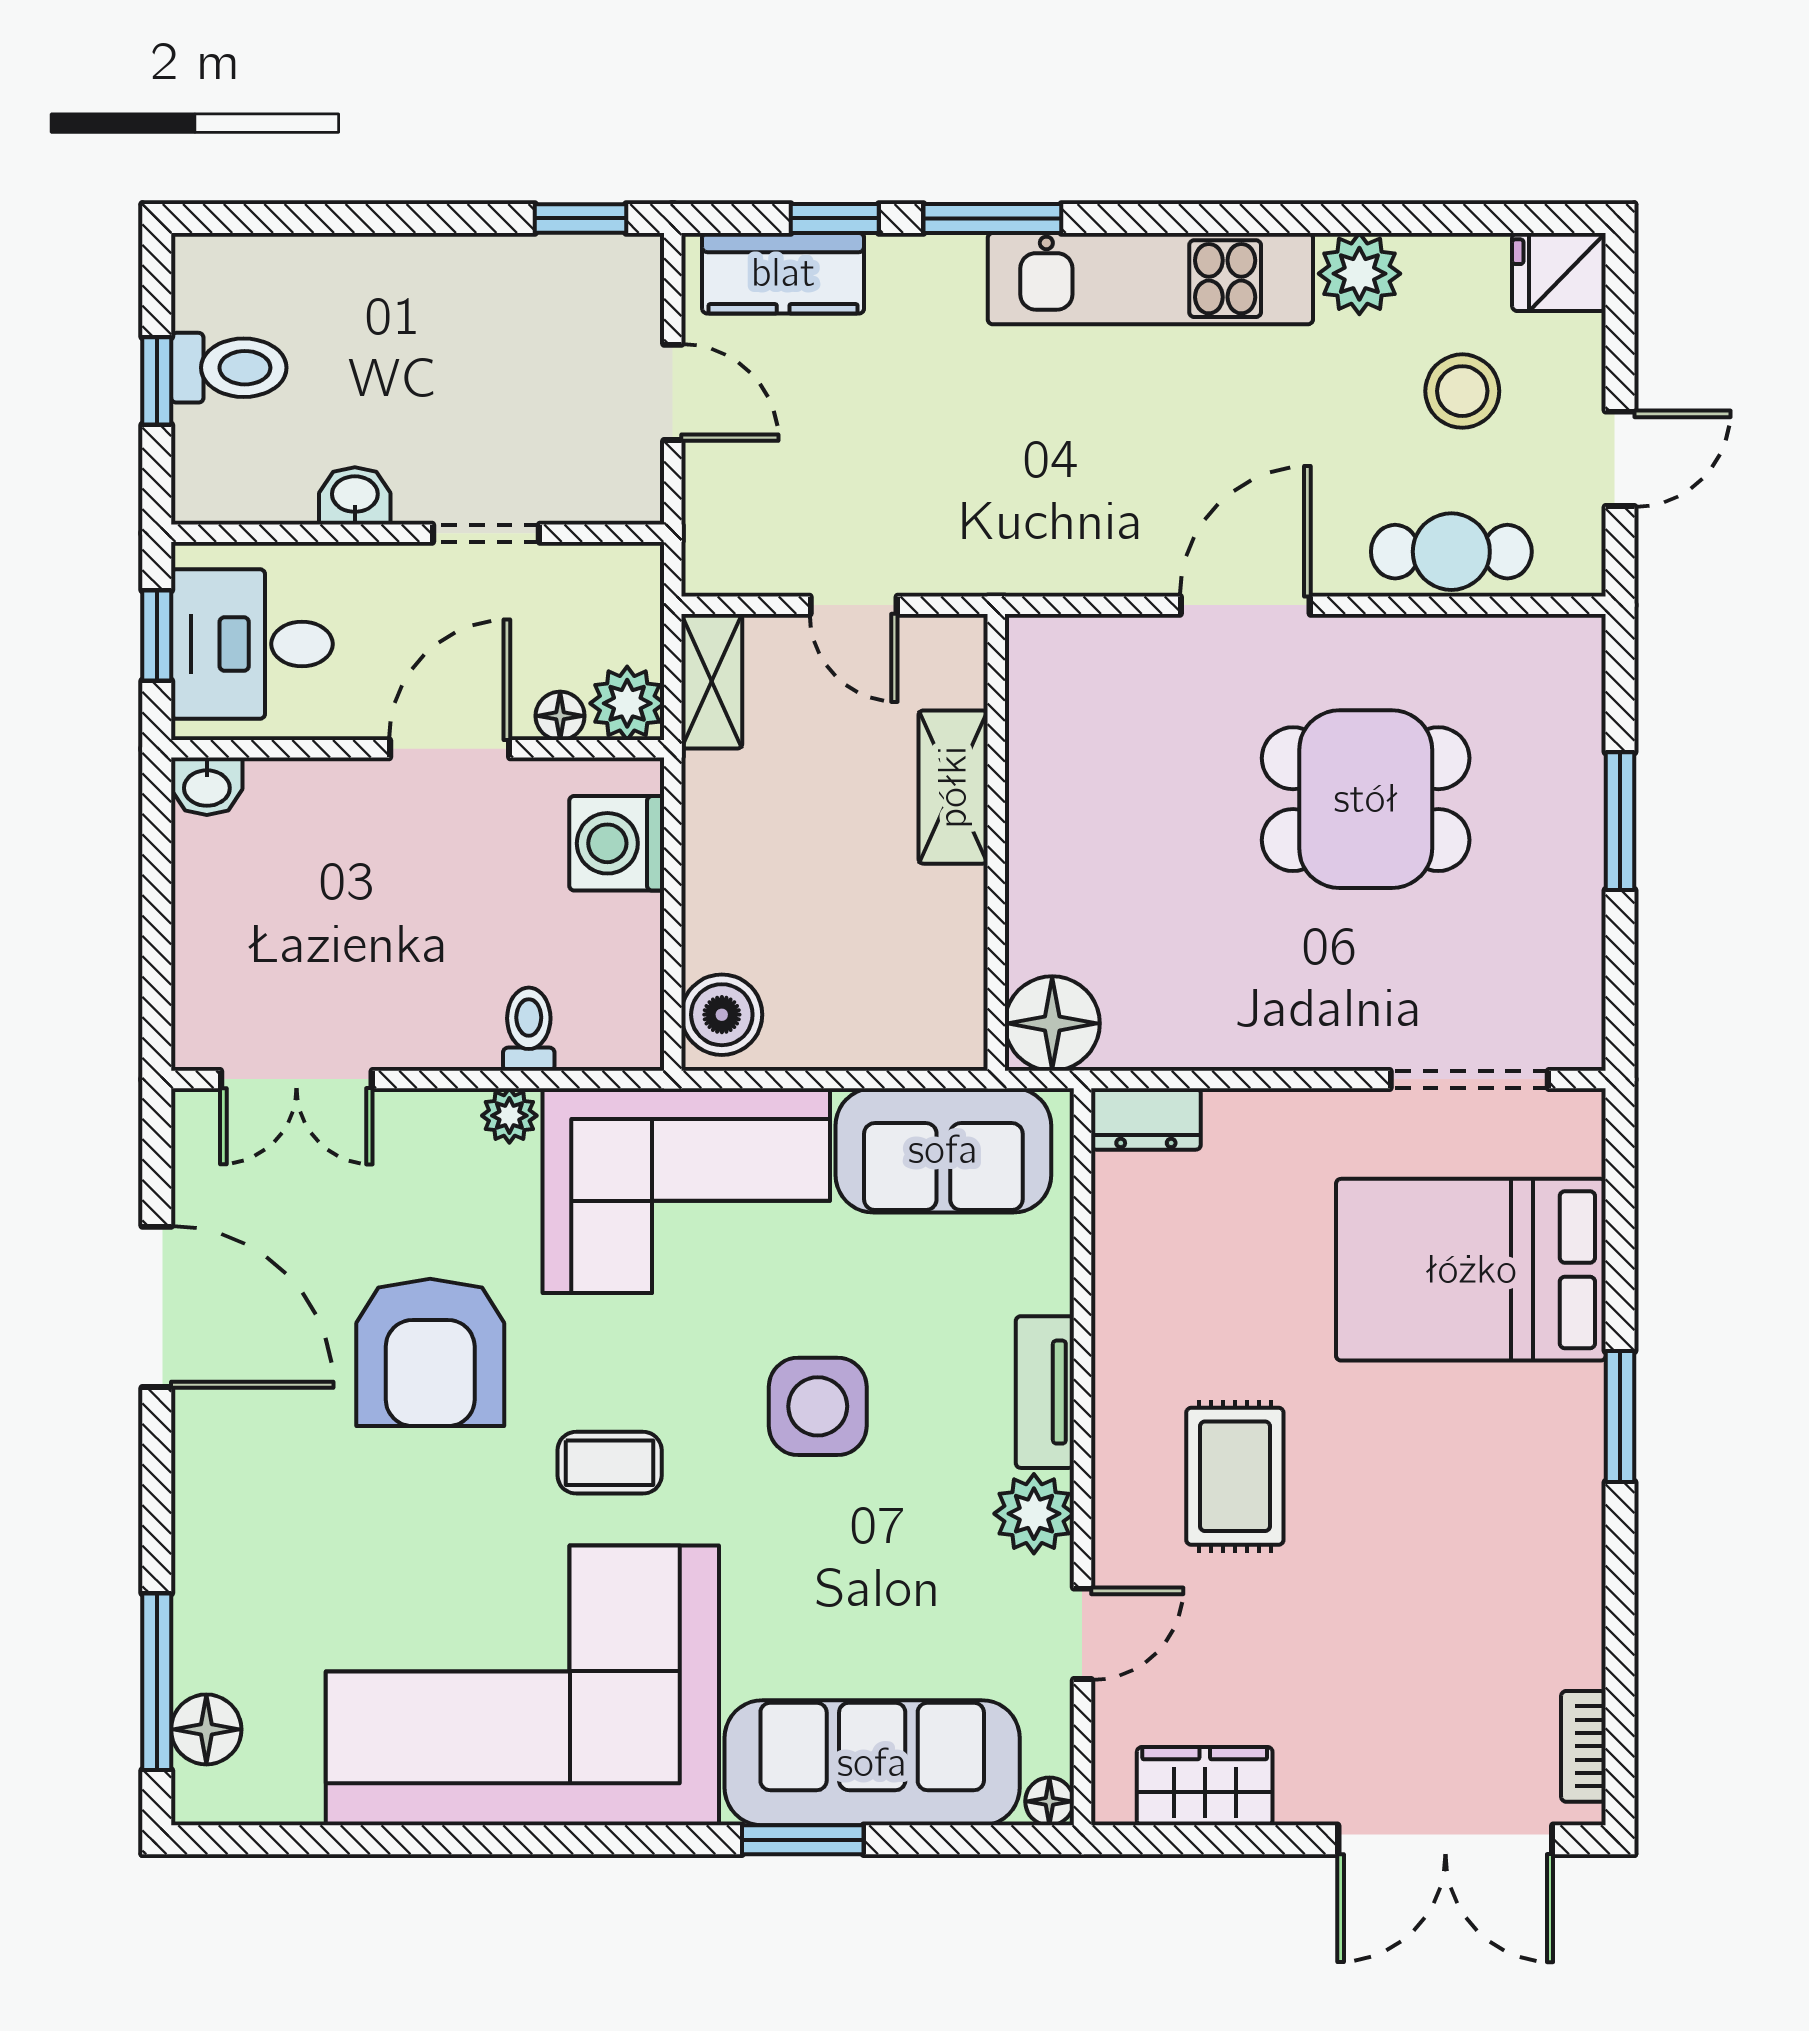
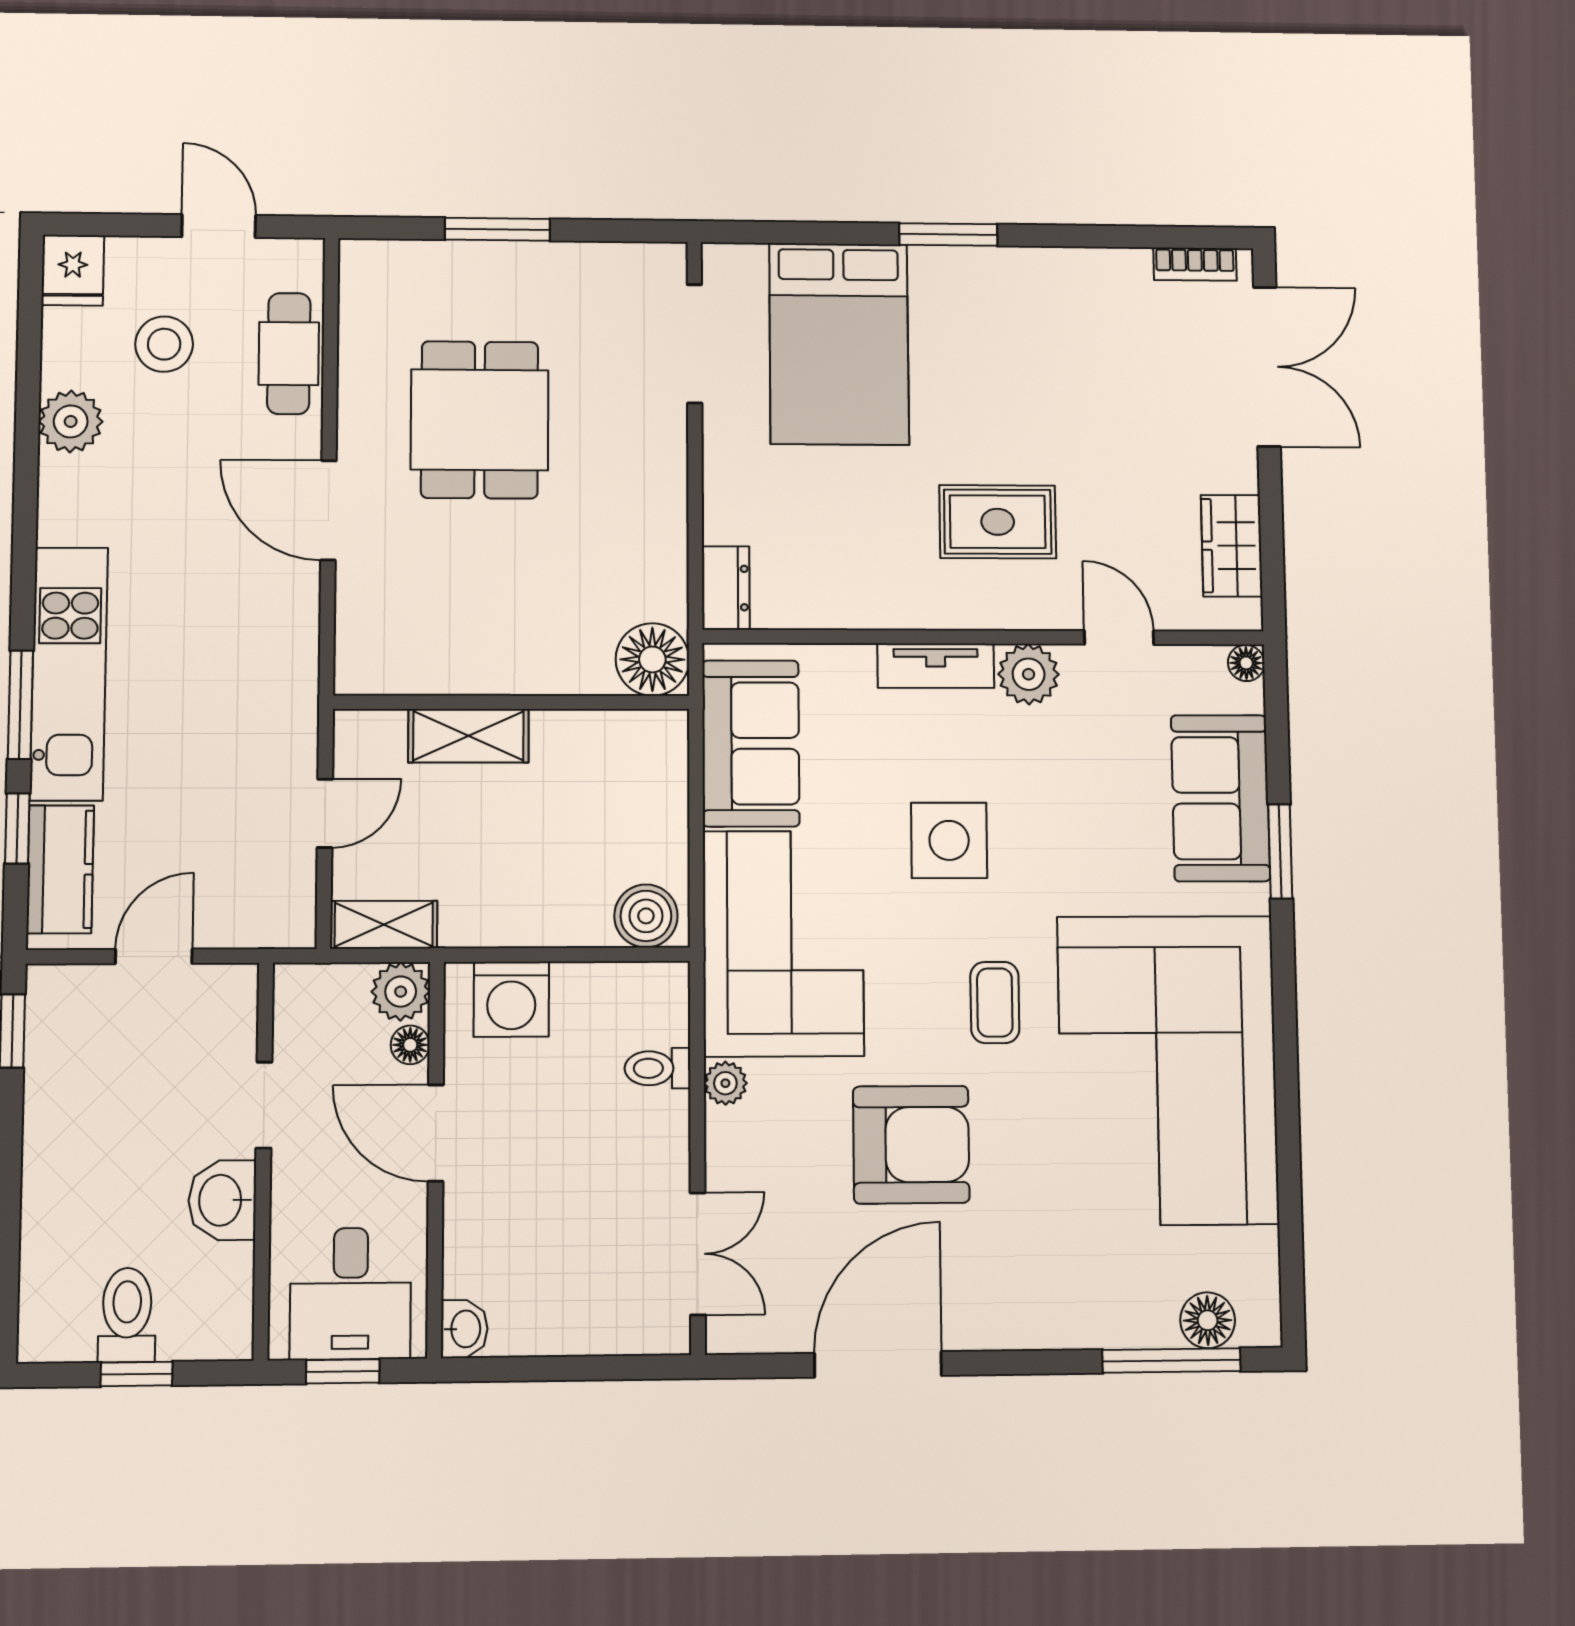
kitchen unit: (1150, 279) -> (69, 674), moved
washbasin: (355, 496) -> (222, 1200), width x1.38, depth x1.45
sofa: (872, 1763) -> (1220, 798), width x0.73

